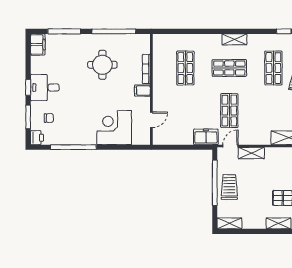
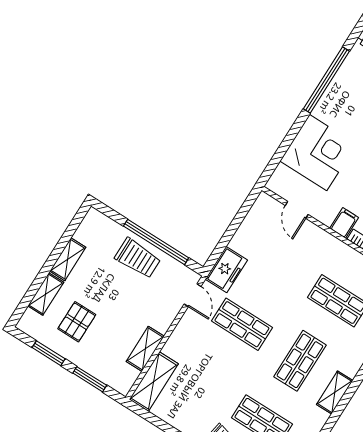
shelving: (251, 153) -> (145, 349), moved
shelving: (229, 223) -> (68, 259), moved

